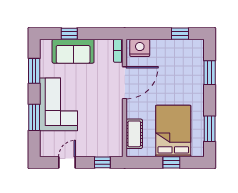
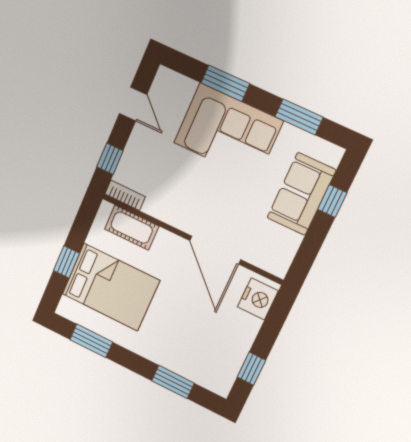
bookcase: (118, 51) -> (125, 195), moved

